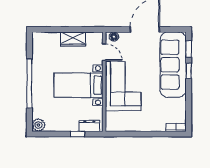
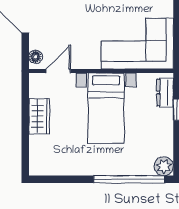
window: (29, 84) -> (129, 179), moved
corner sofa: (123, 86) -> (137, 43), moved

